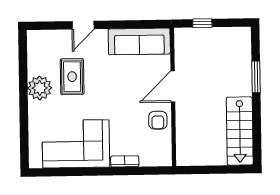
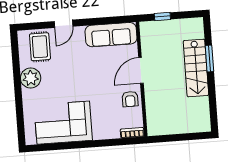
rug: (72, 77) -> (40, 47), moved
stairs: (240, 131) -> (196, 68), moved
bookcase: (125, 161) -> (132, 133), moved

